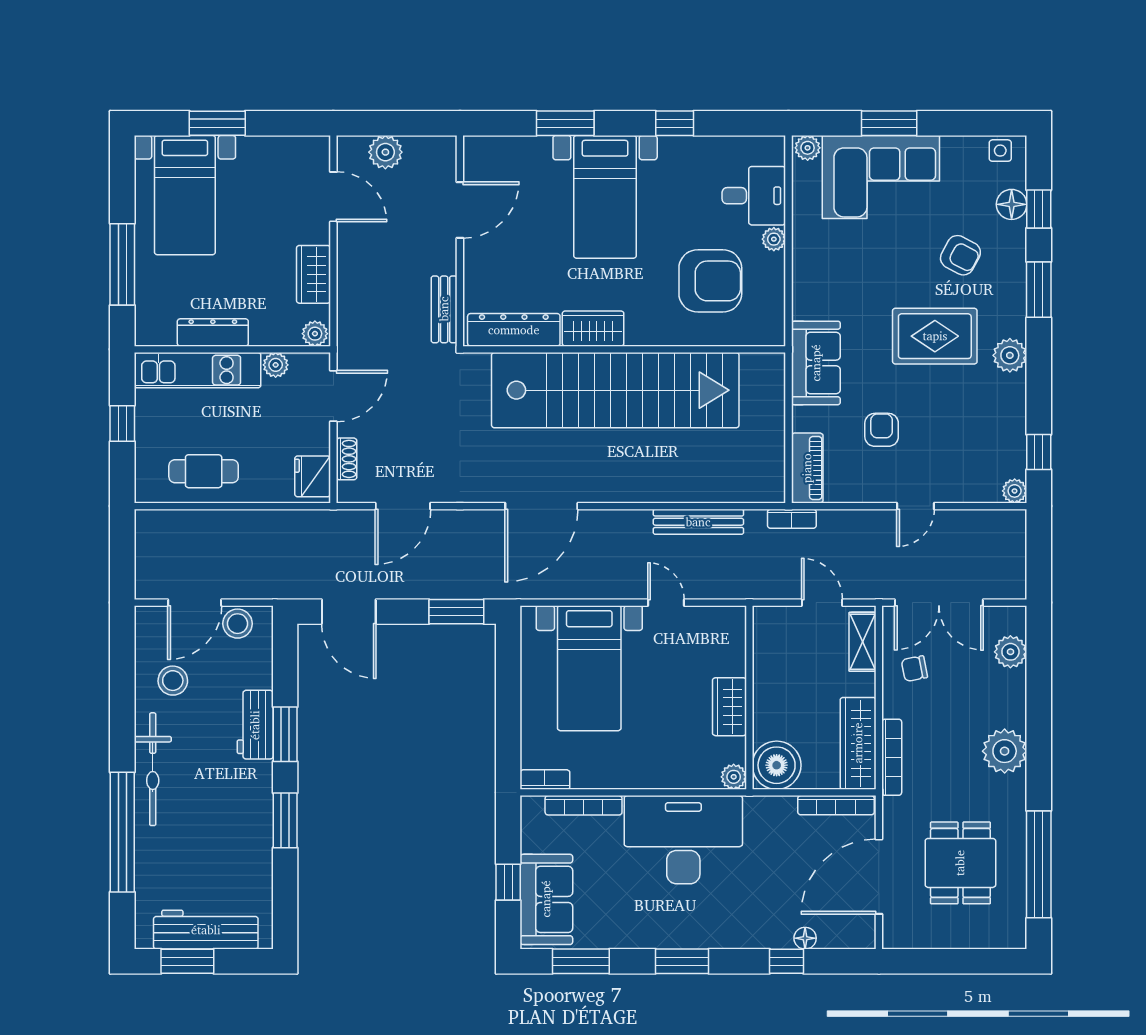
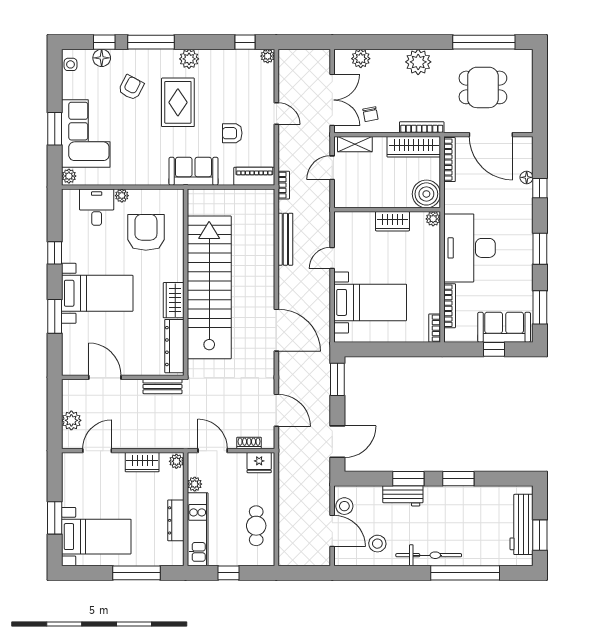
window: (1039, 290) -> (151, 42), width x1.44

